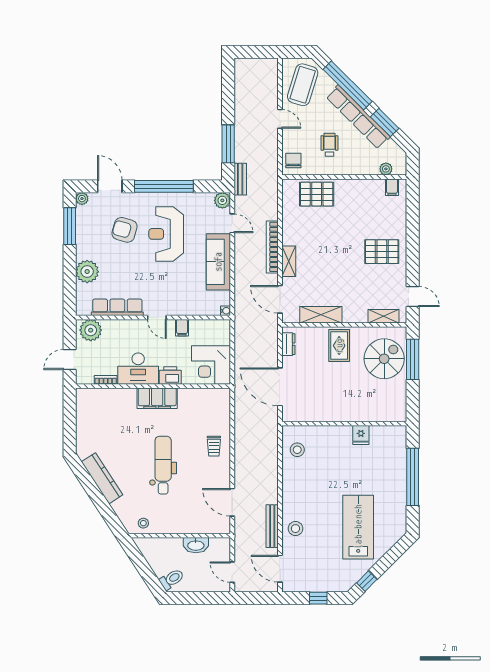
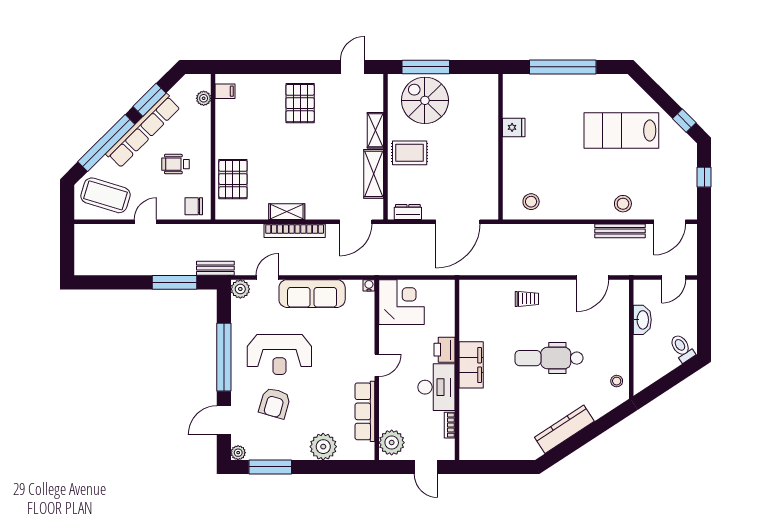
shelving: (289, 261) -> (287, 212), moved
shelving: (383, 316) -> (375, 130), moved
filing cabinet: (182, 328) -> (389, 336), removed
corner desk: (211, 365) -> (401, 302), moved, turned -90

